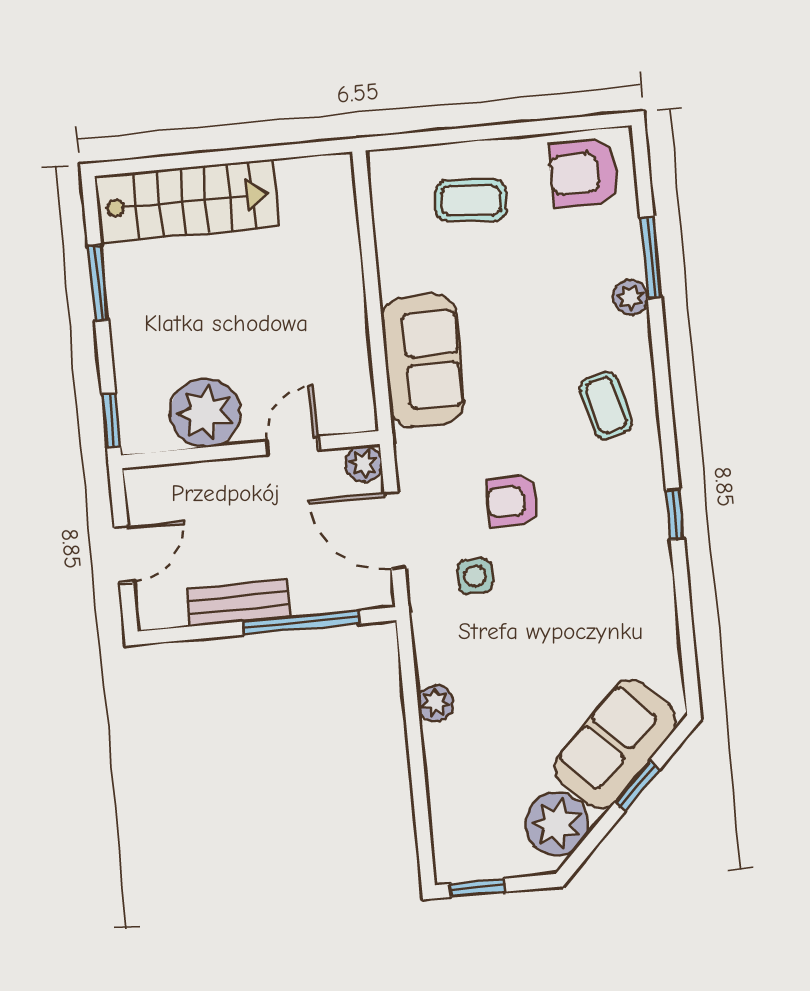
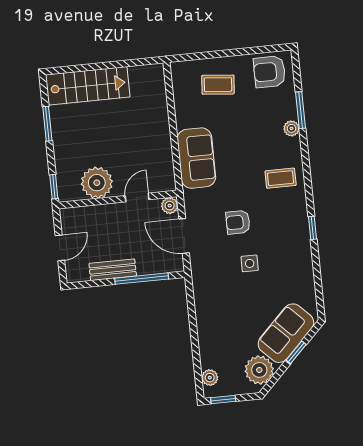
coffee table: (606, 406) -> (281, 178), turned -76
side table: (475, 576) -> (250, 263), moved
plant: (435, 703) -> (210, 378), moved

